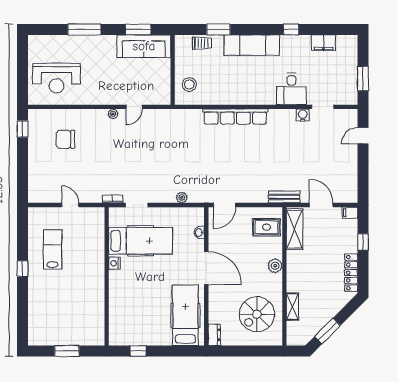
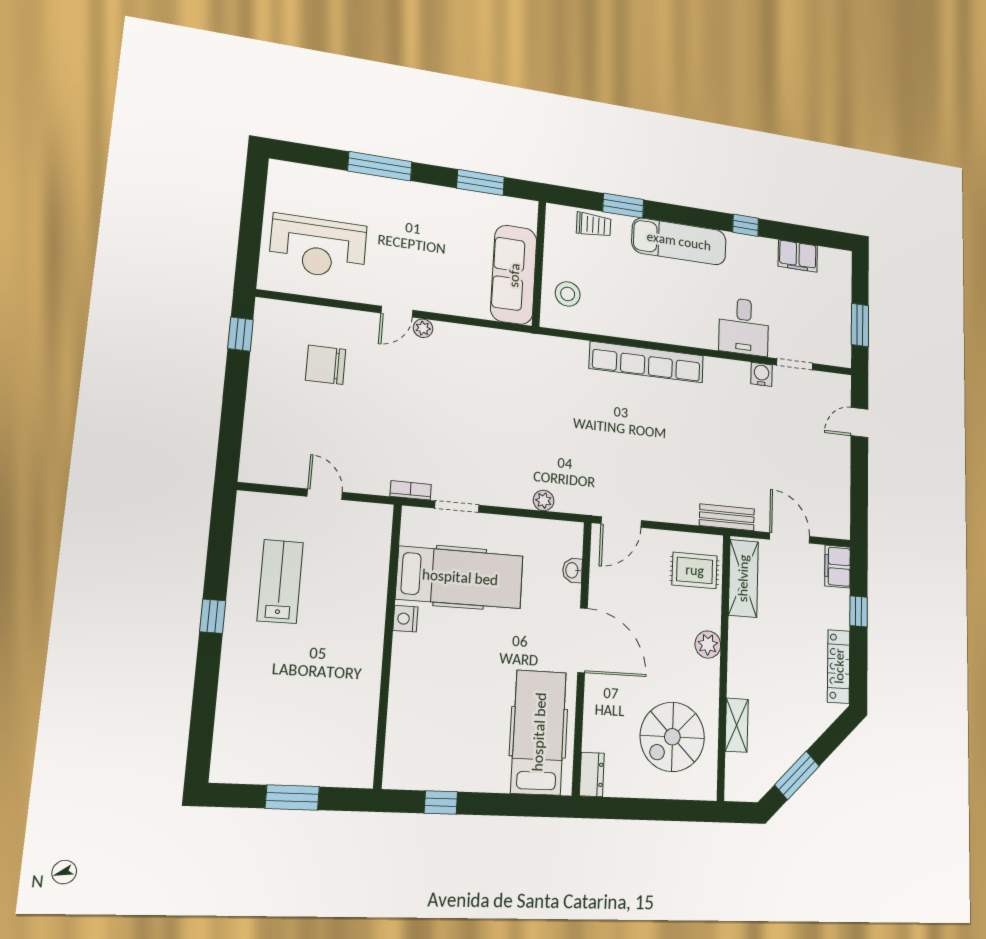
sofa: (144, 46) -> (514, 275), moved, turned 90
door: (134, 107) -> (397, 312), moved
filing cabinet: (350, 213) -> (837, 567), width x2.00

